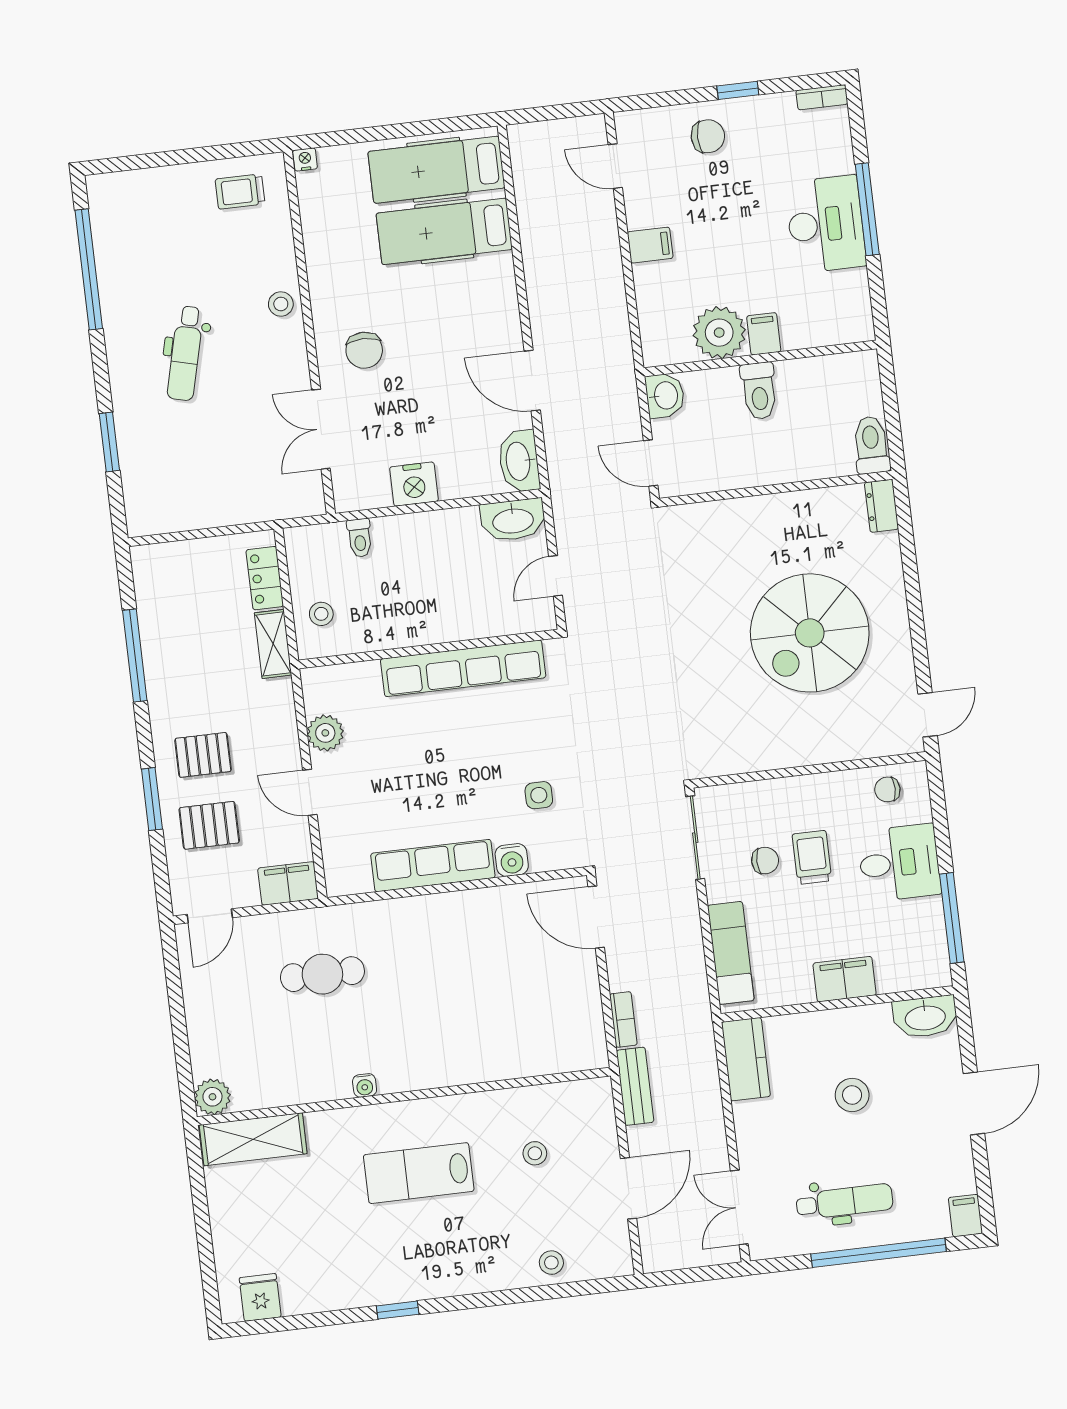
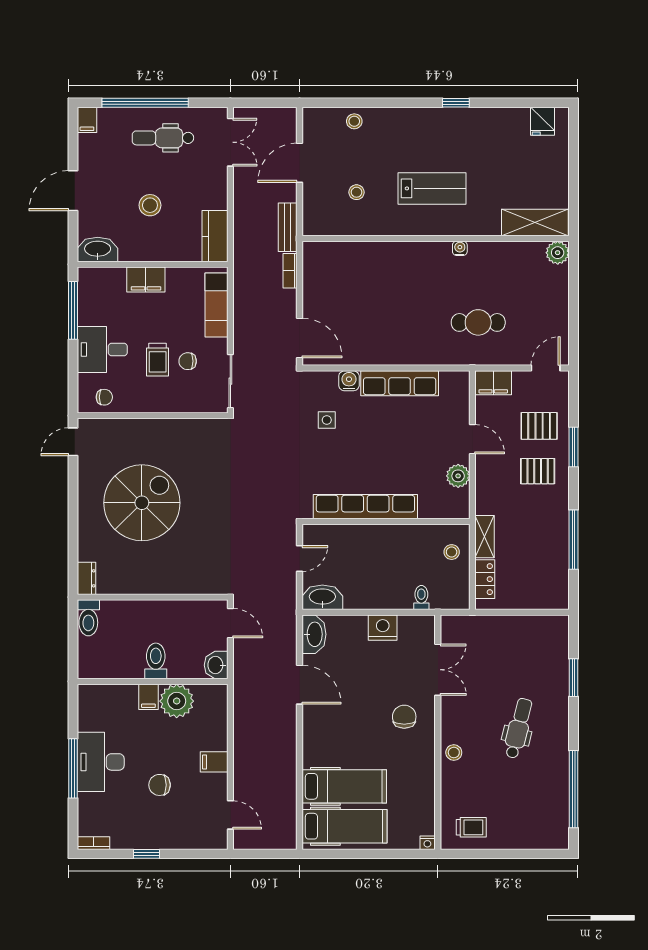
chair: (708, 136) -> (160, 785), moved

